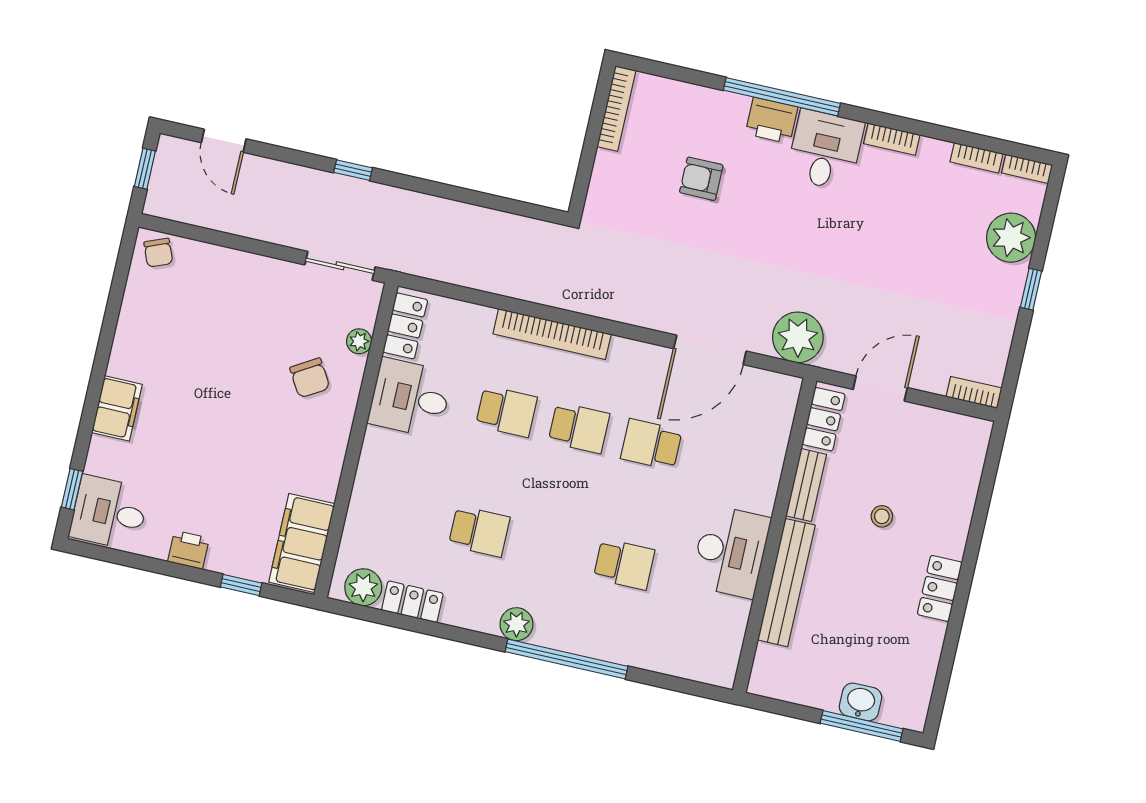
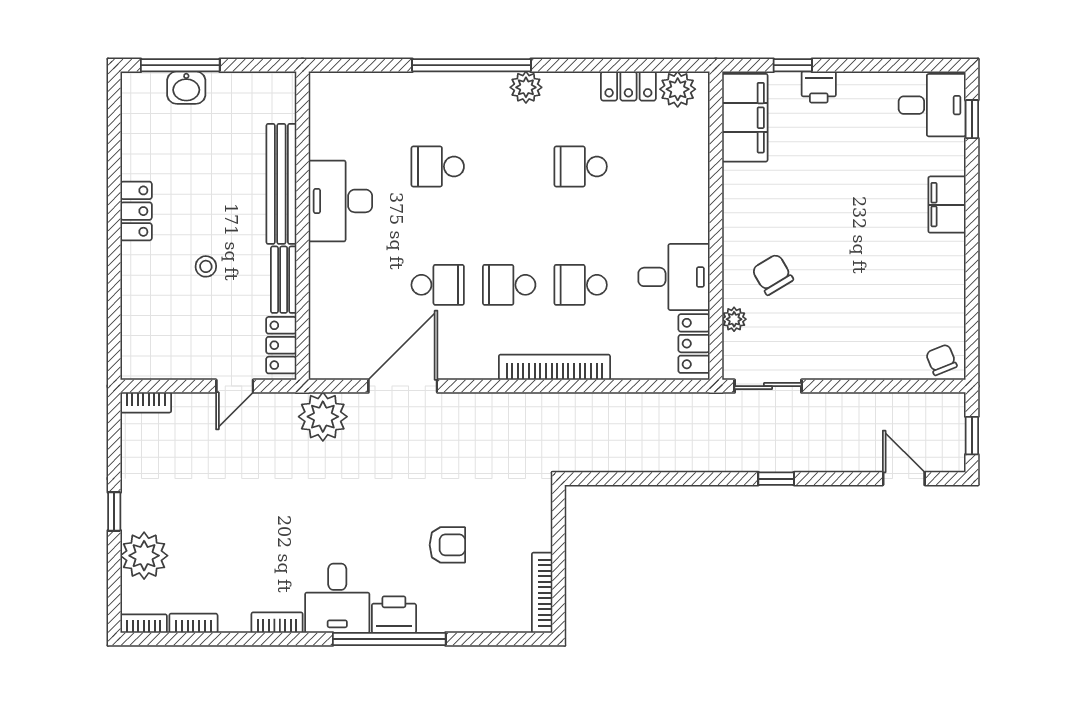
door: (880, 389) -> (235, 386), width x0.73
printer: (188, 550) -> (819, 87), moved

